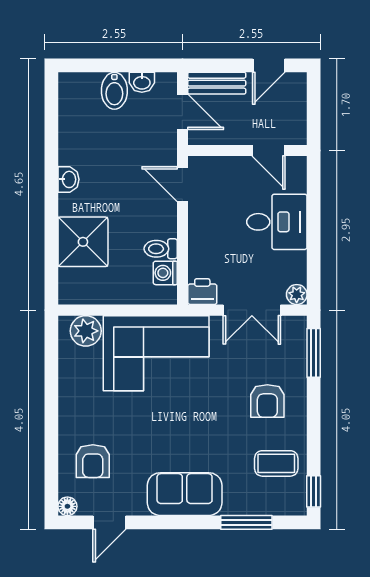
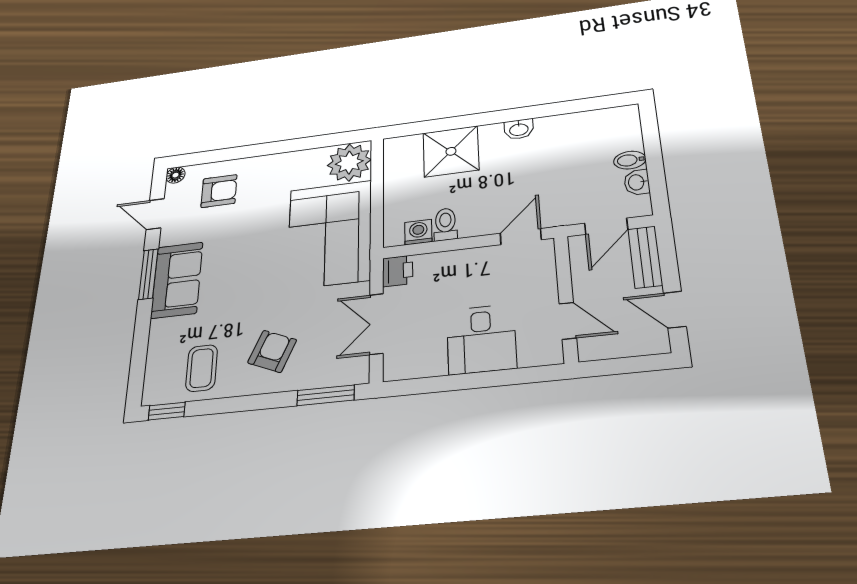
bidet: (114, 91) -> (630, 160), width x0.72, depth x0.74
door: (268, 151) -> (568, 321), swing flipped
plant: (297, 295) -> (395, 370), removed
plant: (86, 331) -> (349, 163), width x1.36, depth x1.36
armchair: (267, 401) -> (272, 351), turned 113
armchair: (93, 461) -> (219, 191), turned 180
window: (246, 522) -> (148, 274), moved

